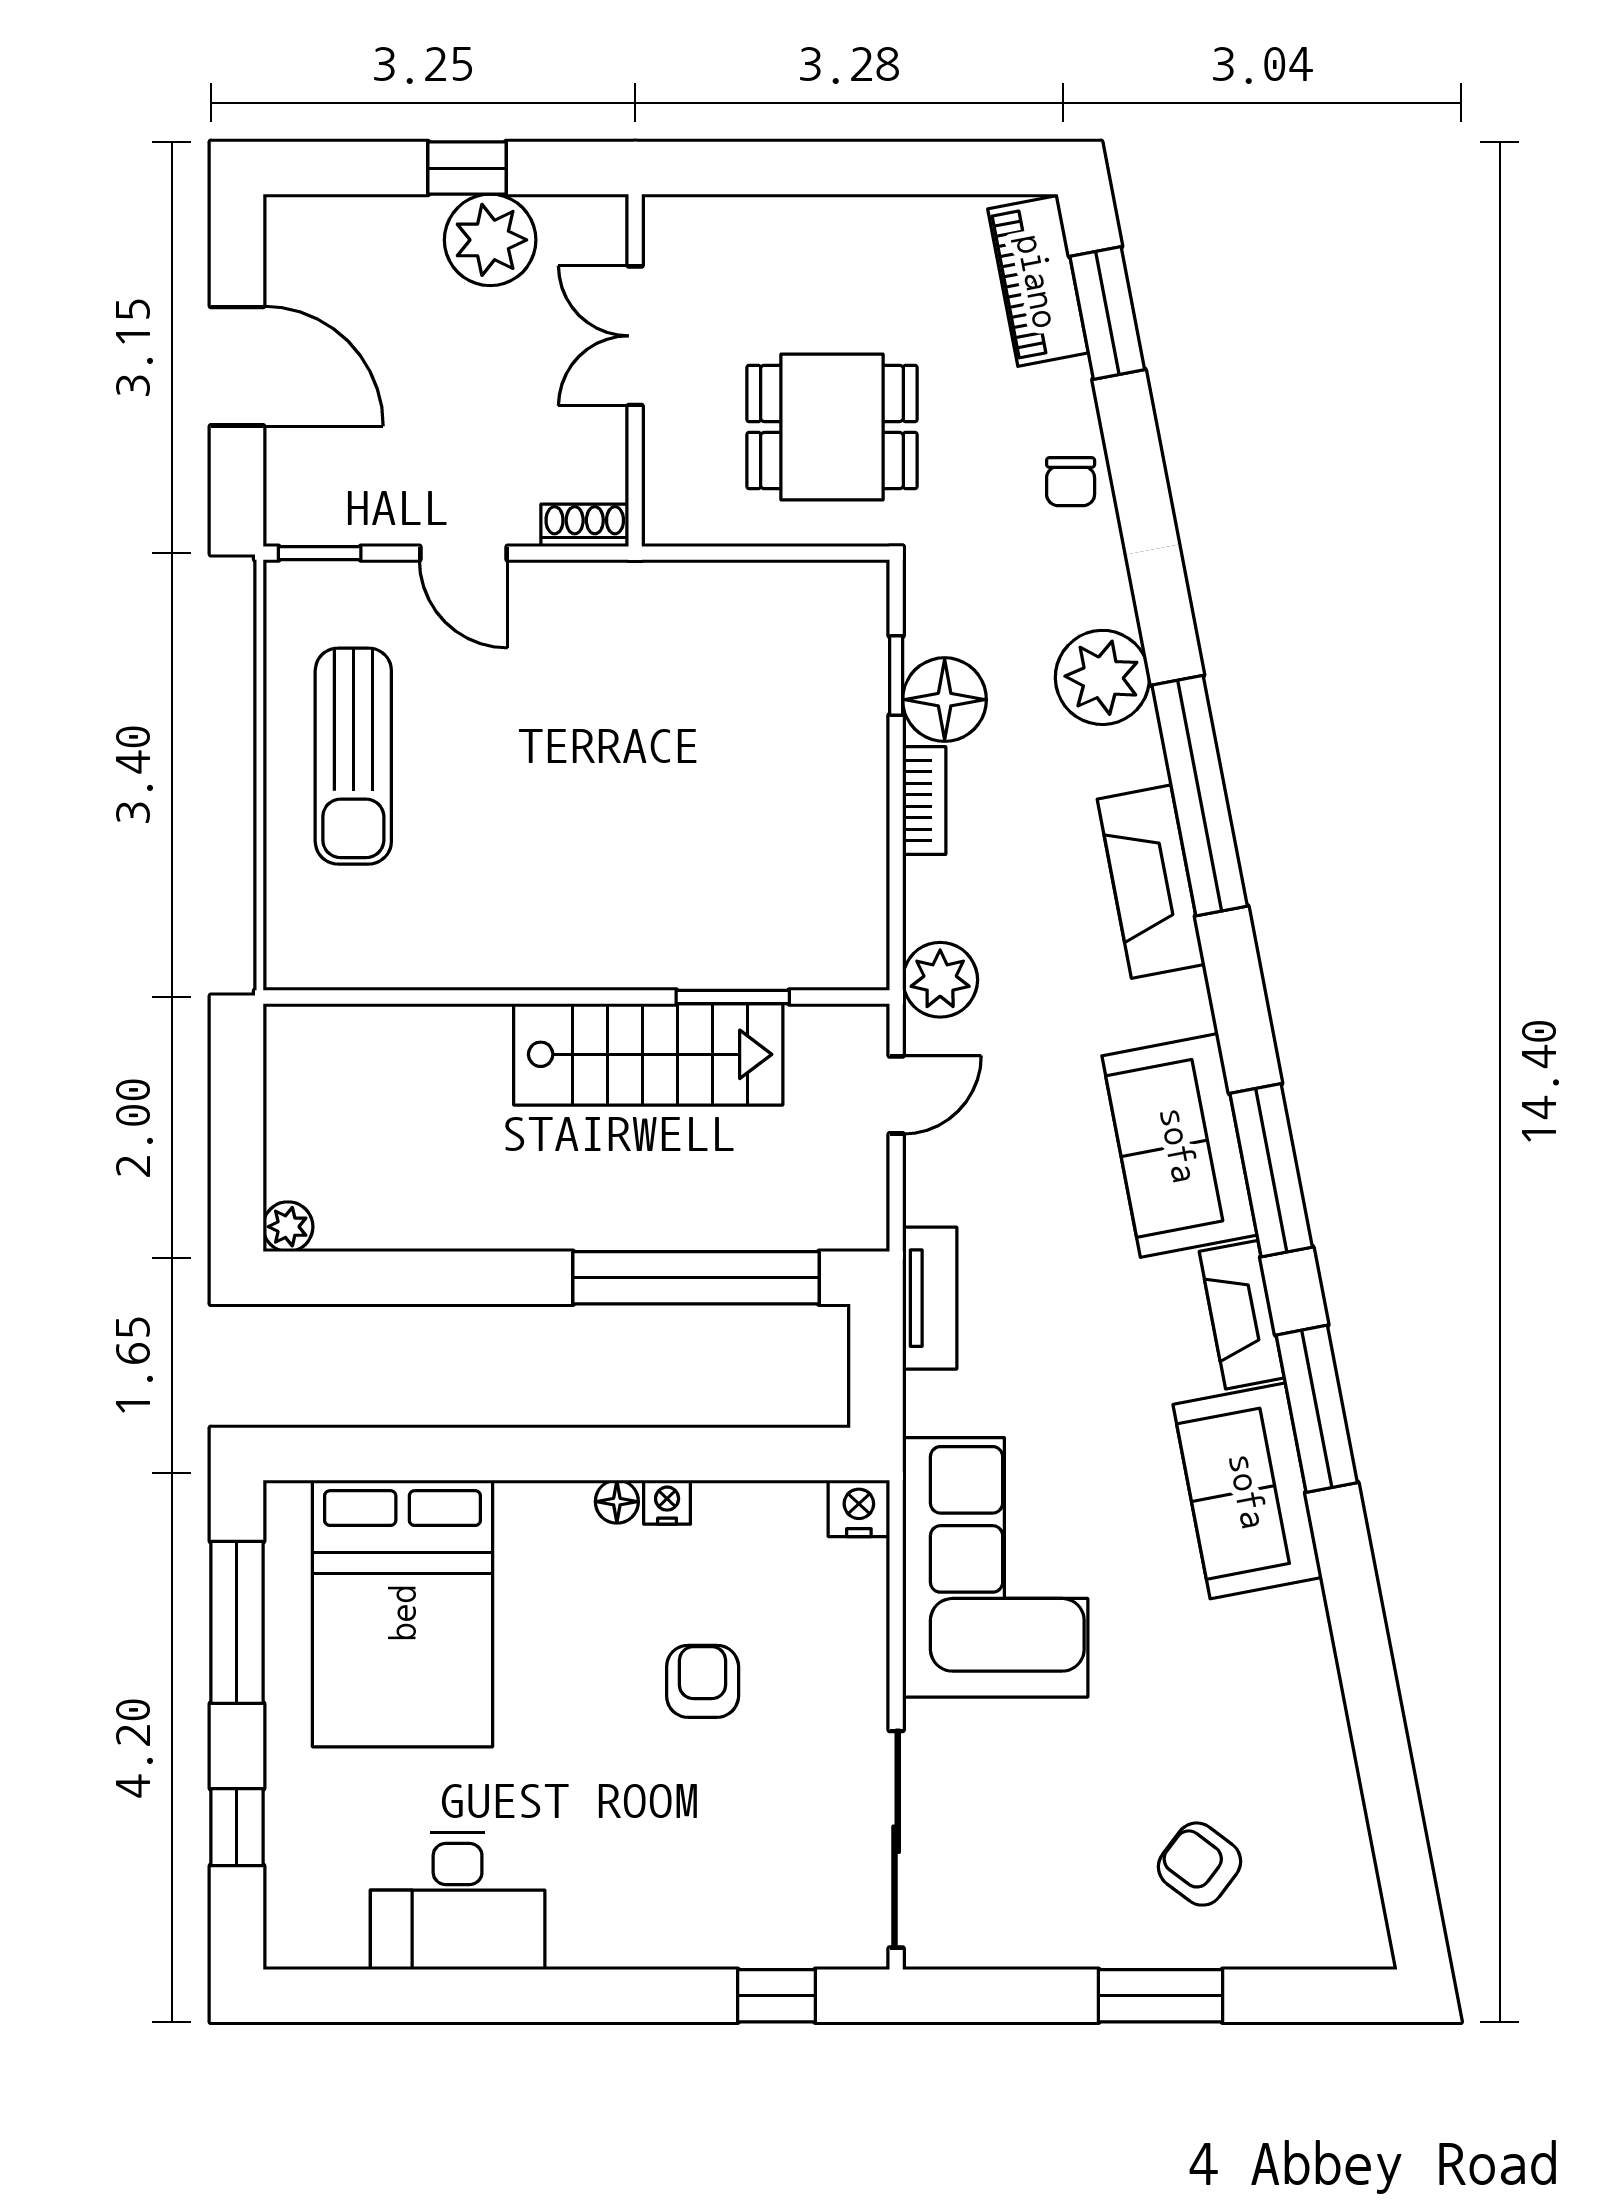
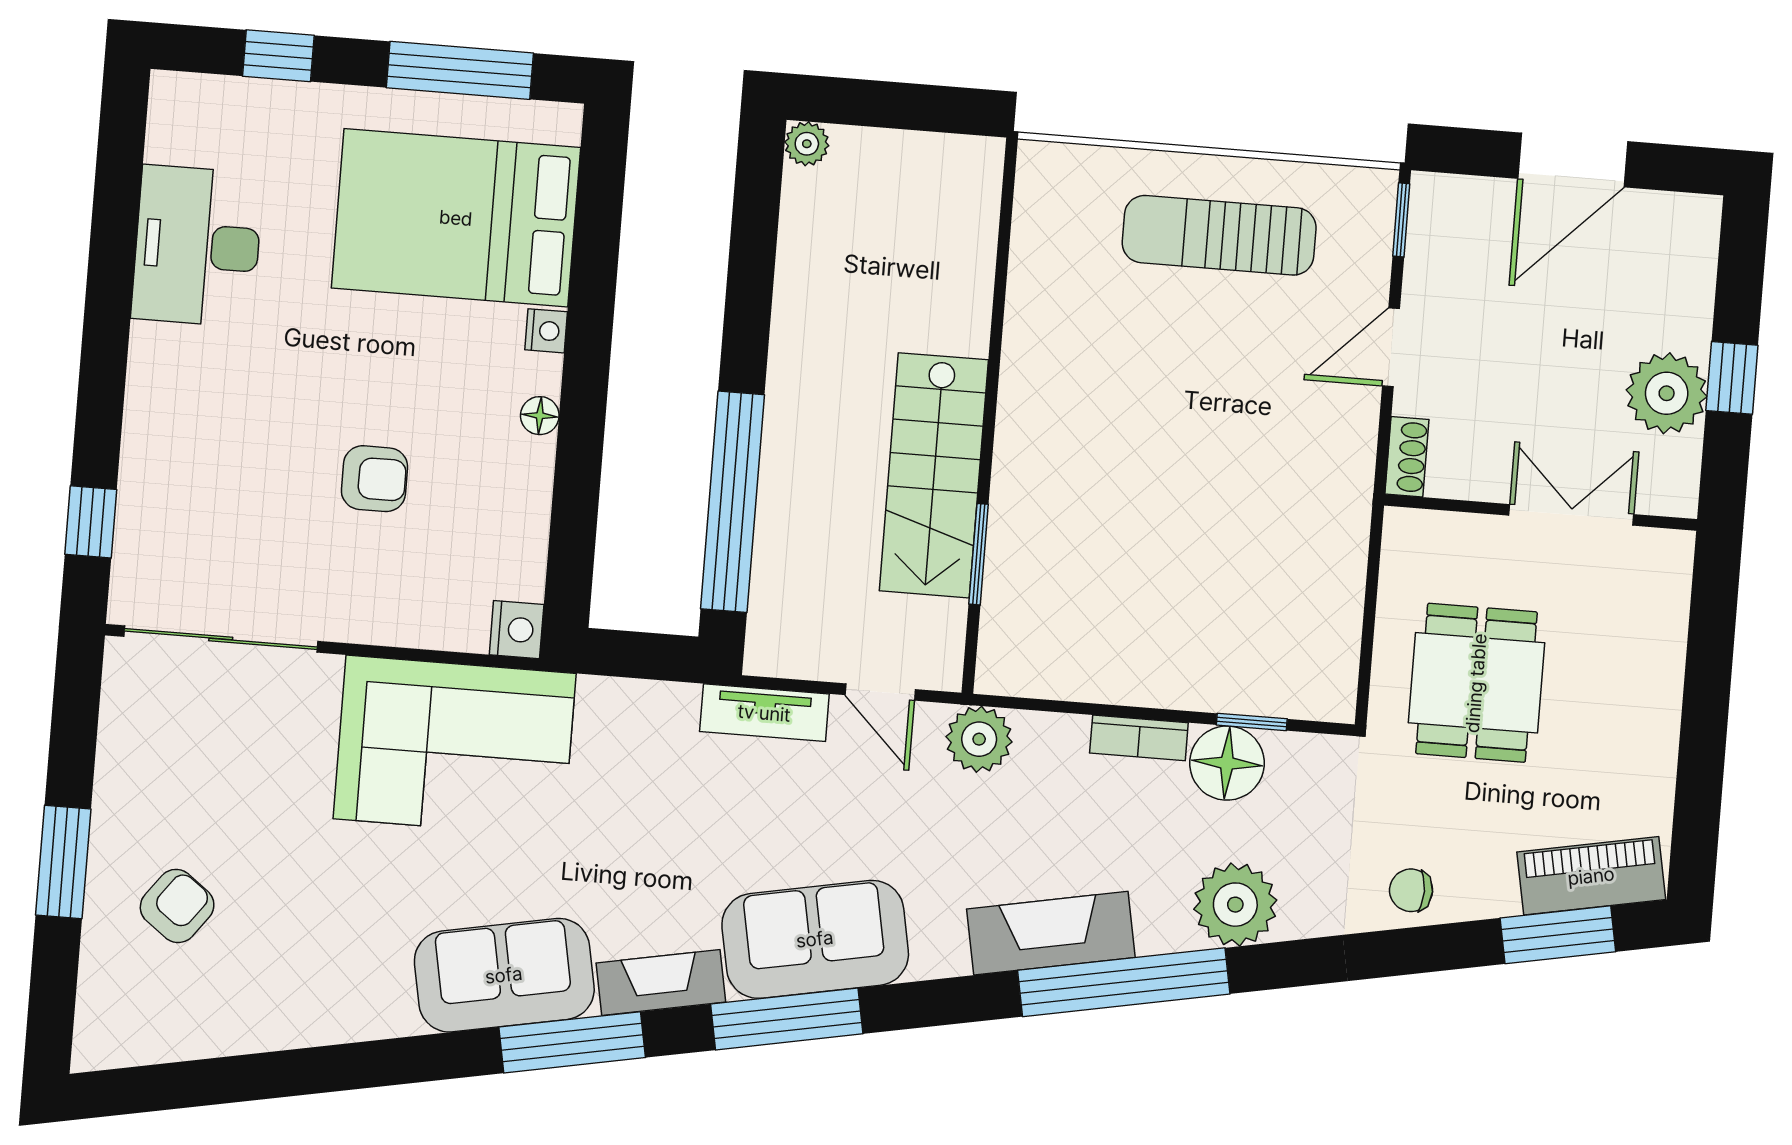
tv unit: (930, 1298) -> (764, 713), moved
nightstand: (667, 1502) -> (546, 331), moved

